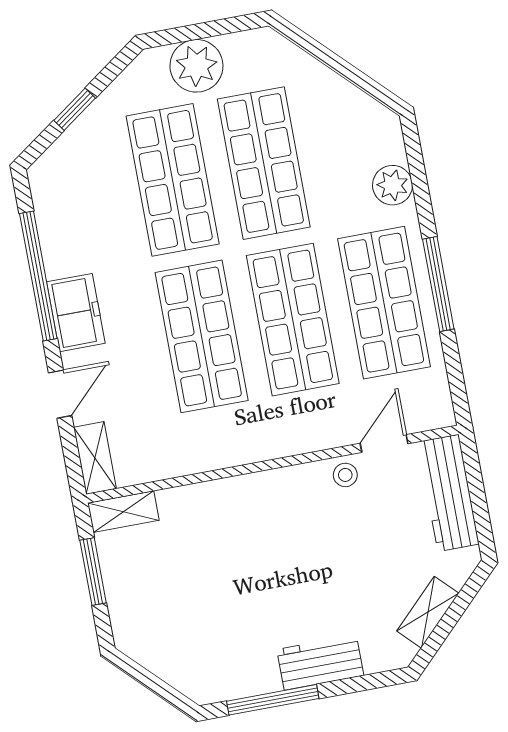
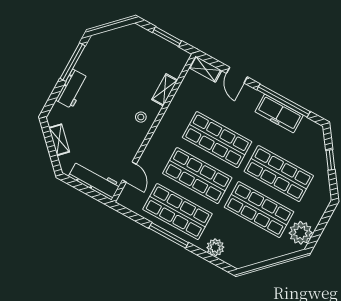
plant: (196, 66) -> (301, 233), moved
freezer: (76, 313) -> (279, 114), moved, width x1.40
stool: (345, 475) -> (141, 117), moved
shelving: (123, 512) -> (165, 90), moved

